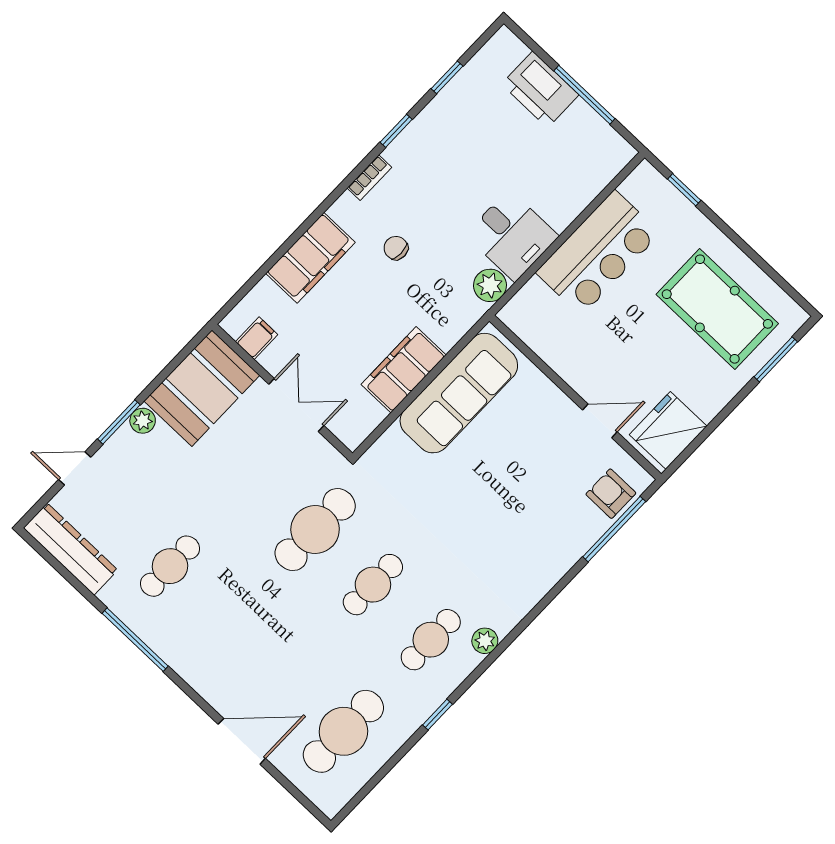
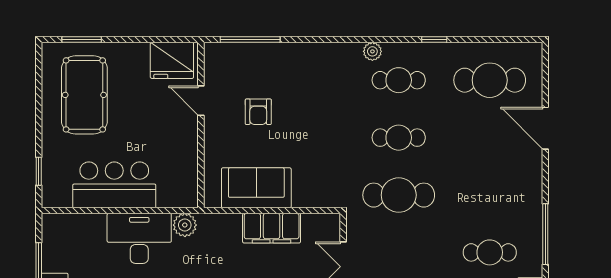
desk: (512, 235) -> (139, 238), width x1.37
sofa: (459, 393) -> (256, 188), width x0.73
armchair: (611, 494) -> (258, 112), moved

